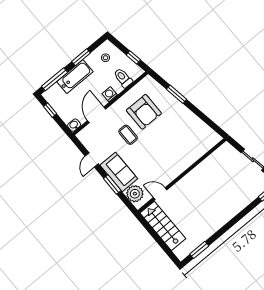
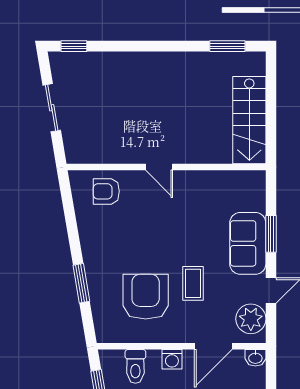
armchair: (199, 143) -> (106, 191), added
plant: (135, 194) -> (251, 319), moved
door: (160, 194) -> (159, 167), moved

